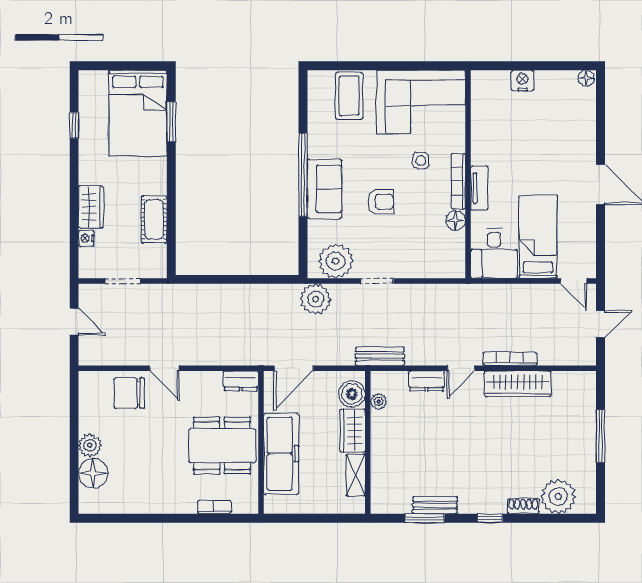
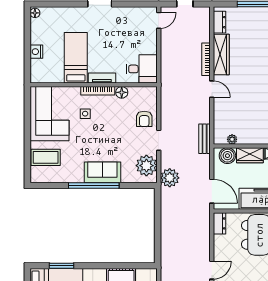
armchair: (381, 202) -> (144, 119), moved, turned 180
bed: (538, 237) -> (76, 58), moved, turned 90
dresser: (427, 381) -> (220, 22), moved

